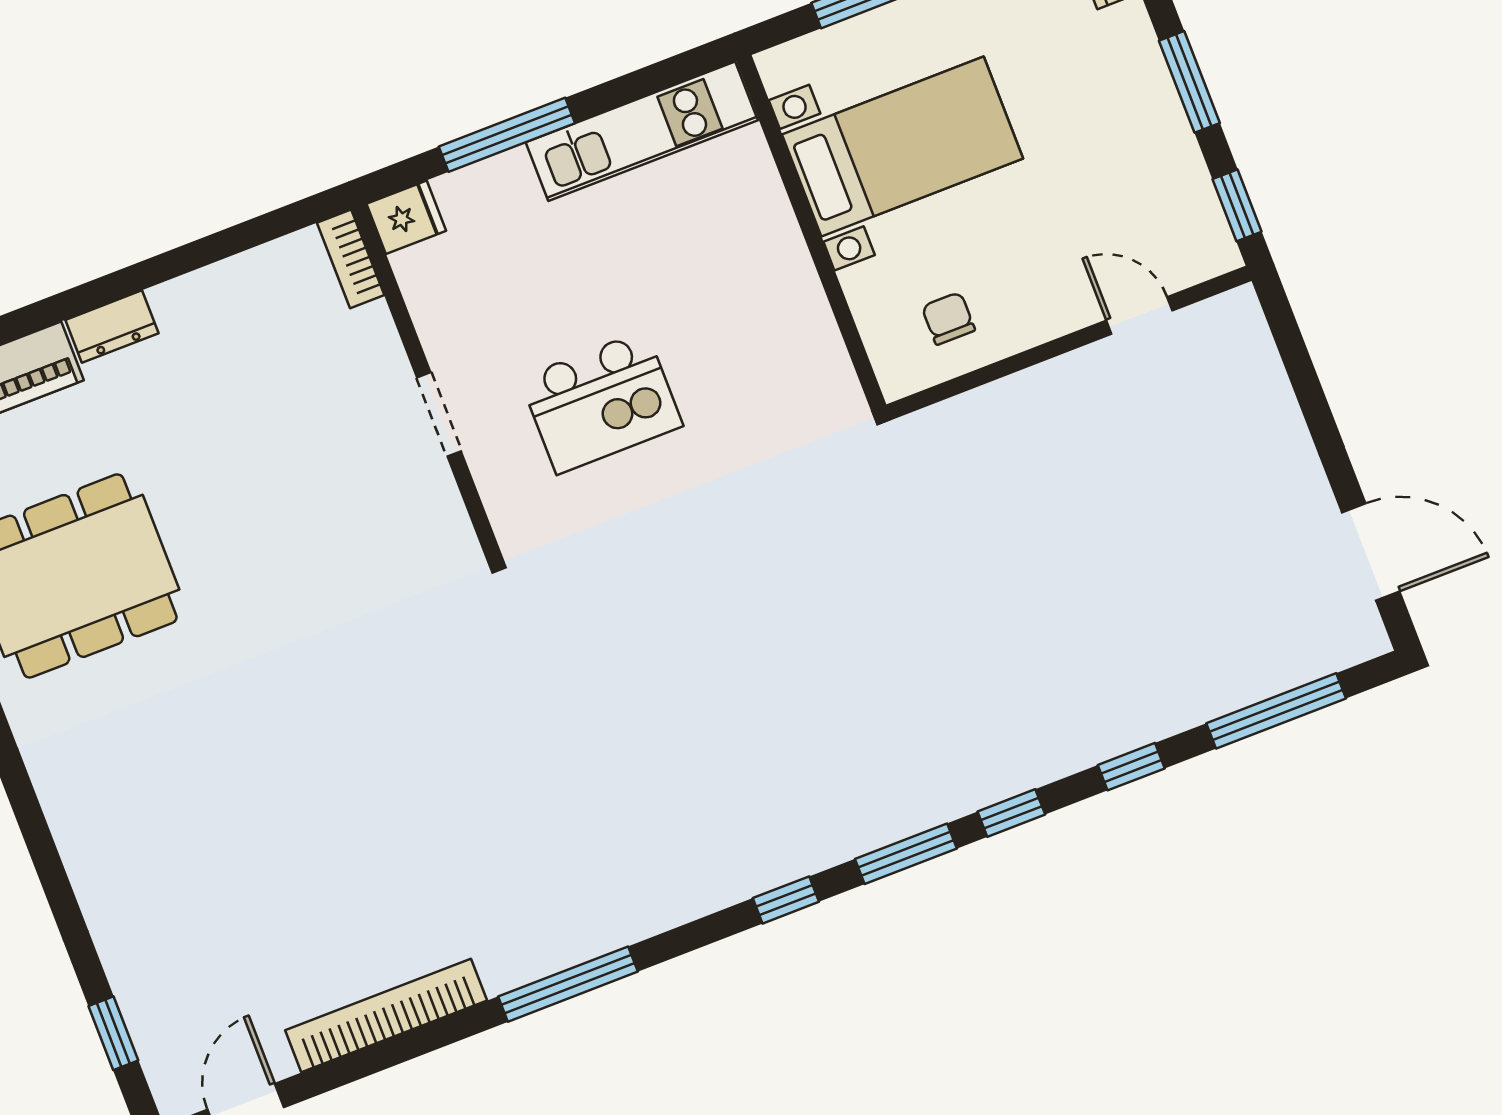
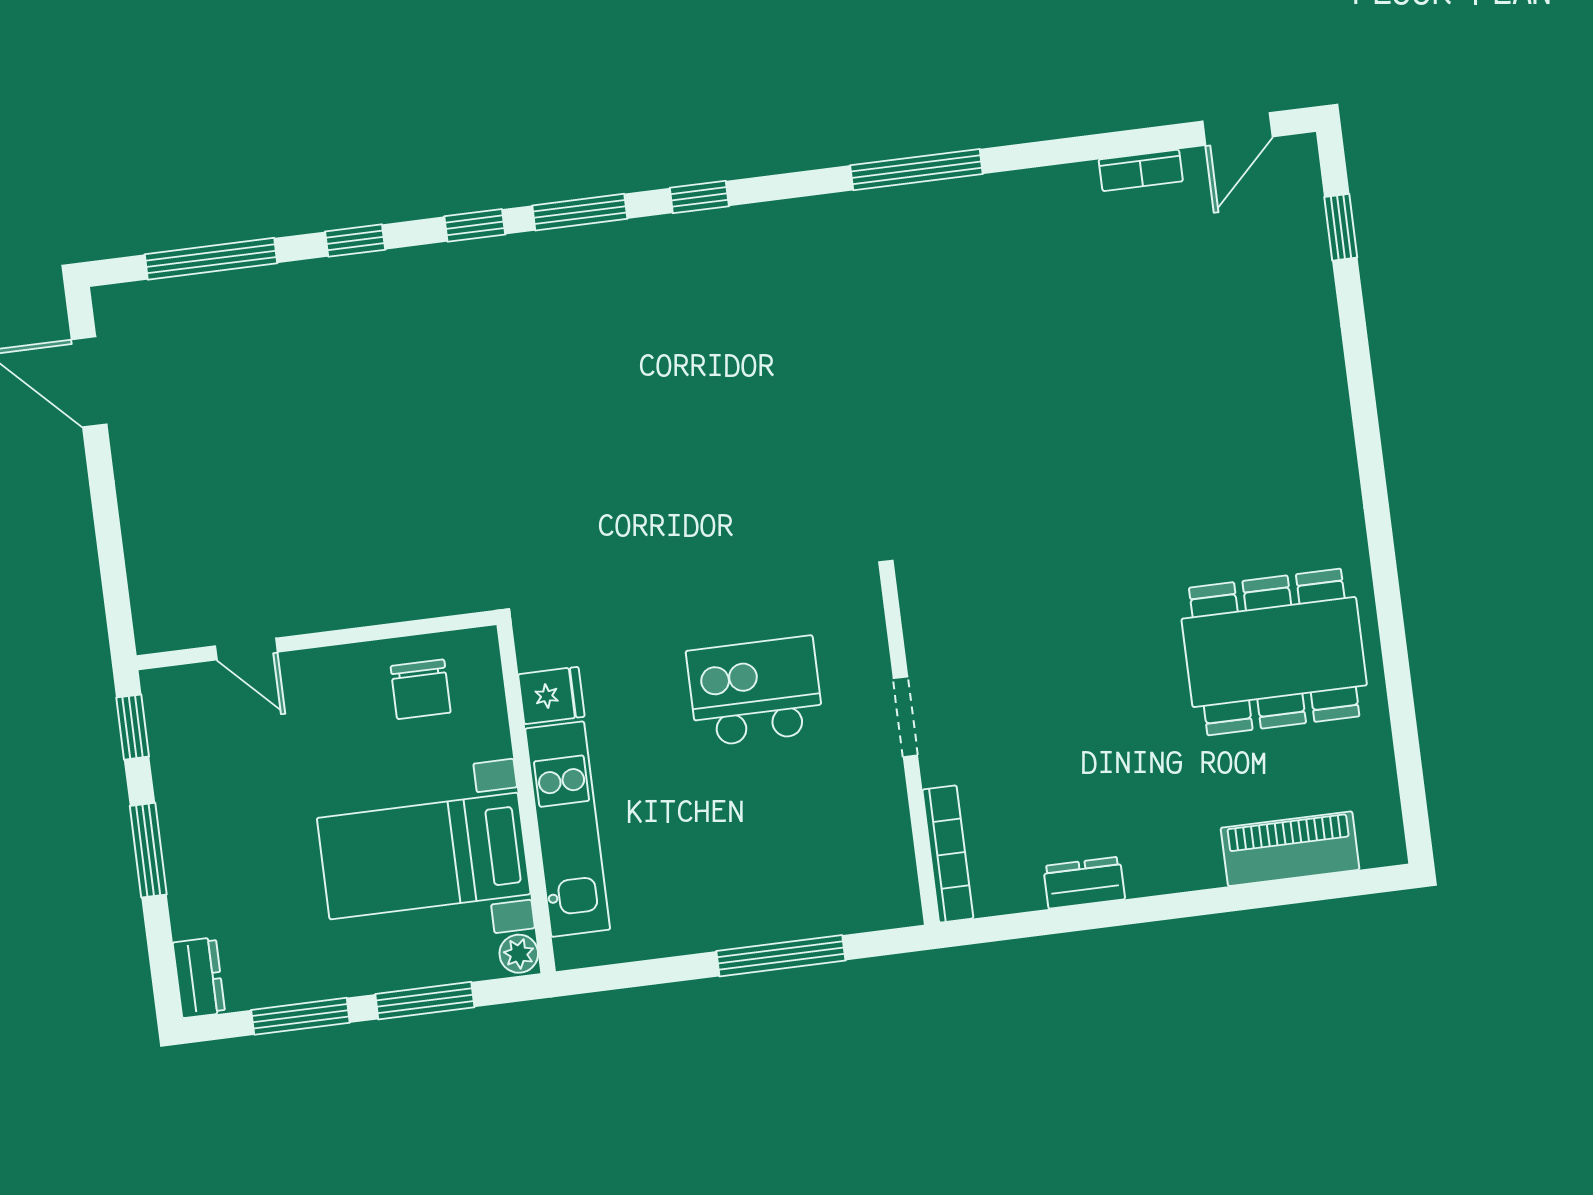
plant: (779, 70) -> (519, 954), added
kitchen unit: (642, 131) -> (568, 829), moved, turned 90
fridge: (406, 217) -> (551, 695), moved, turned 180
bookcase: (351, 259) -> (948, 854), width x1.56
chair: (948, 318) -> (421, 689), width x1.37, depth x1.37
dresser: (112, 327) -> (1084, 883), moved
bookcase: (386, 1015) -> (1141, 170), width x0.43, depth x0.76

